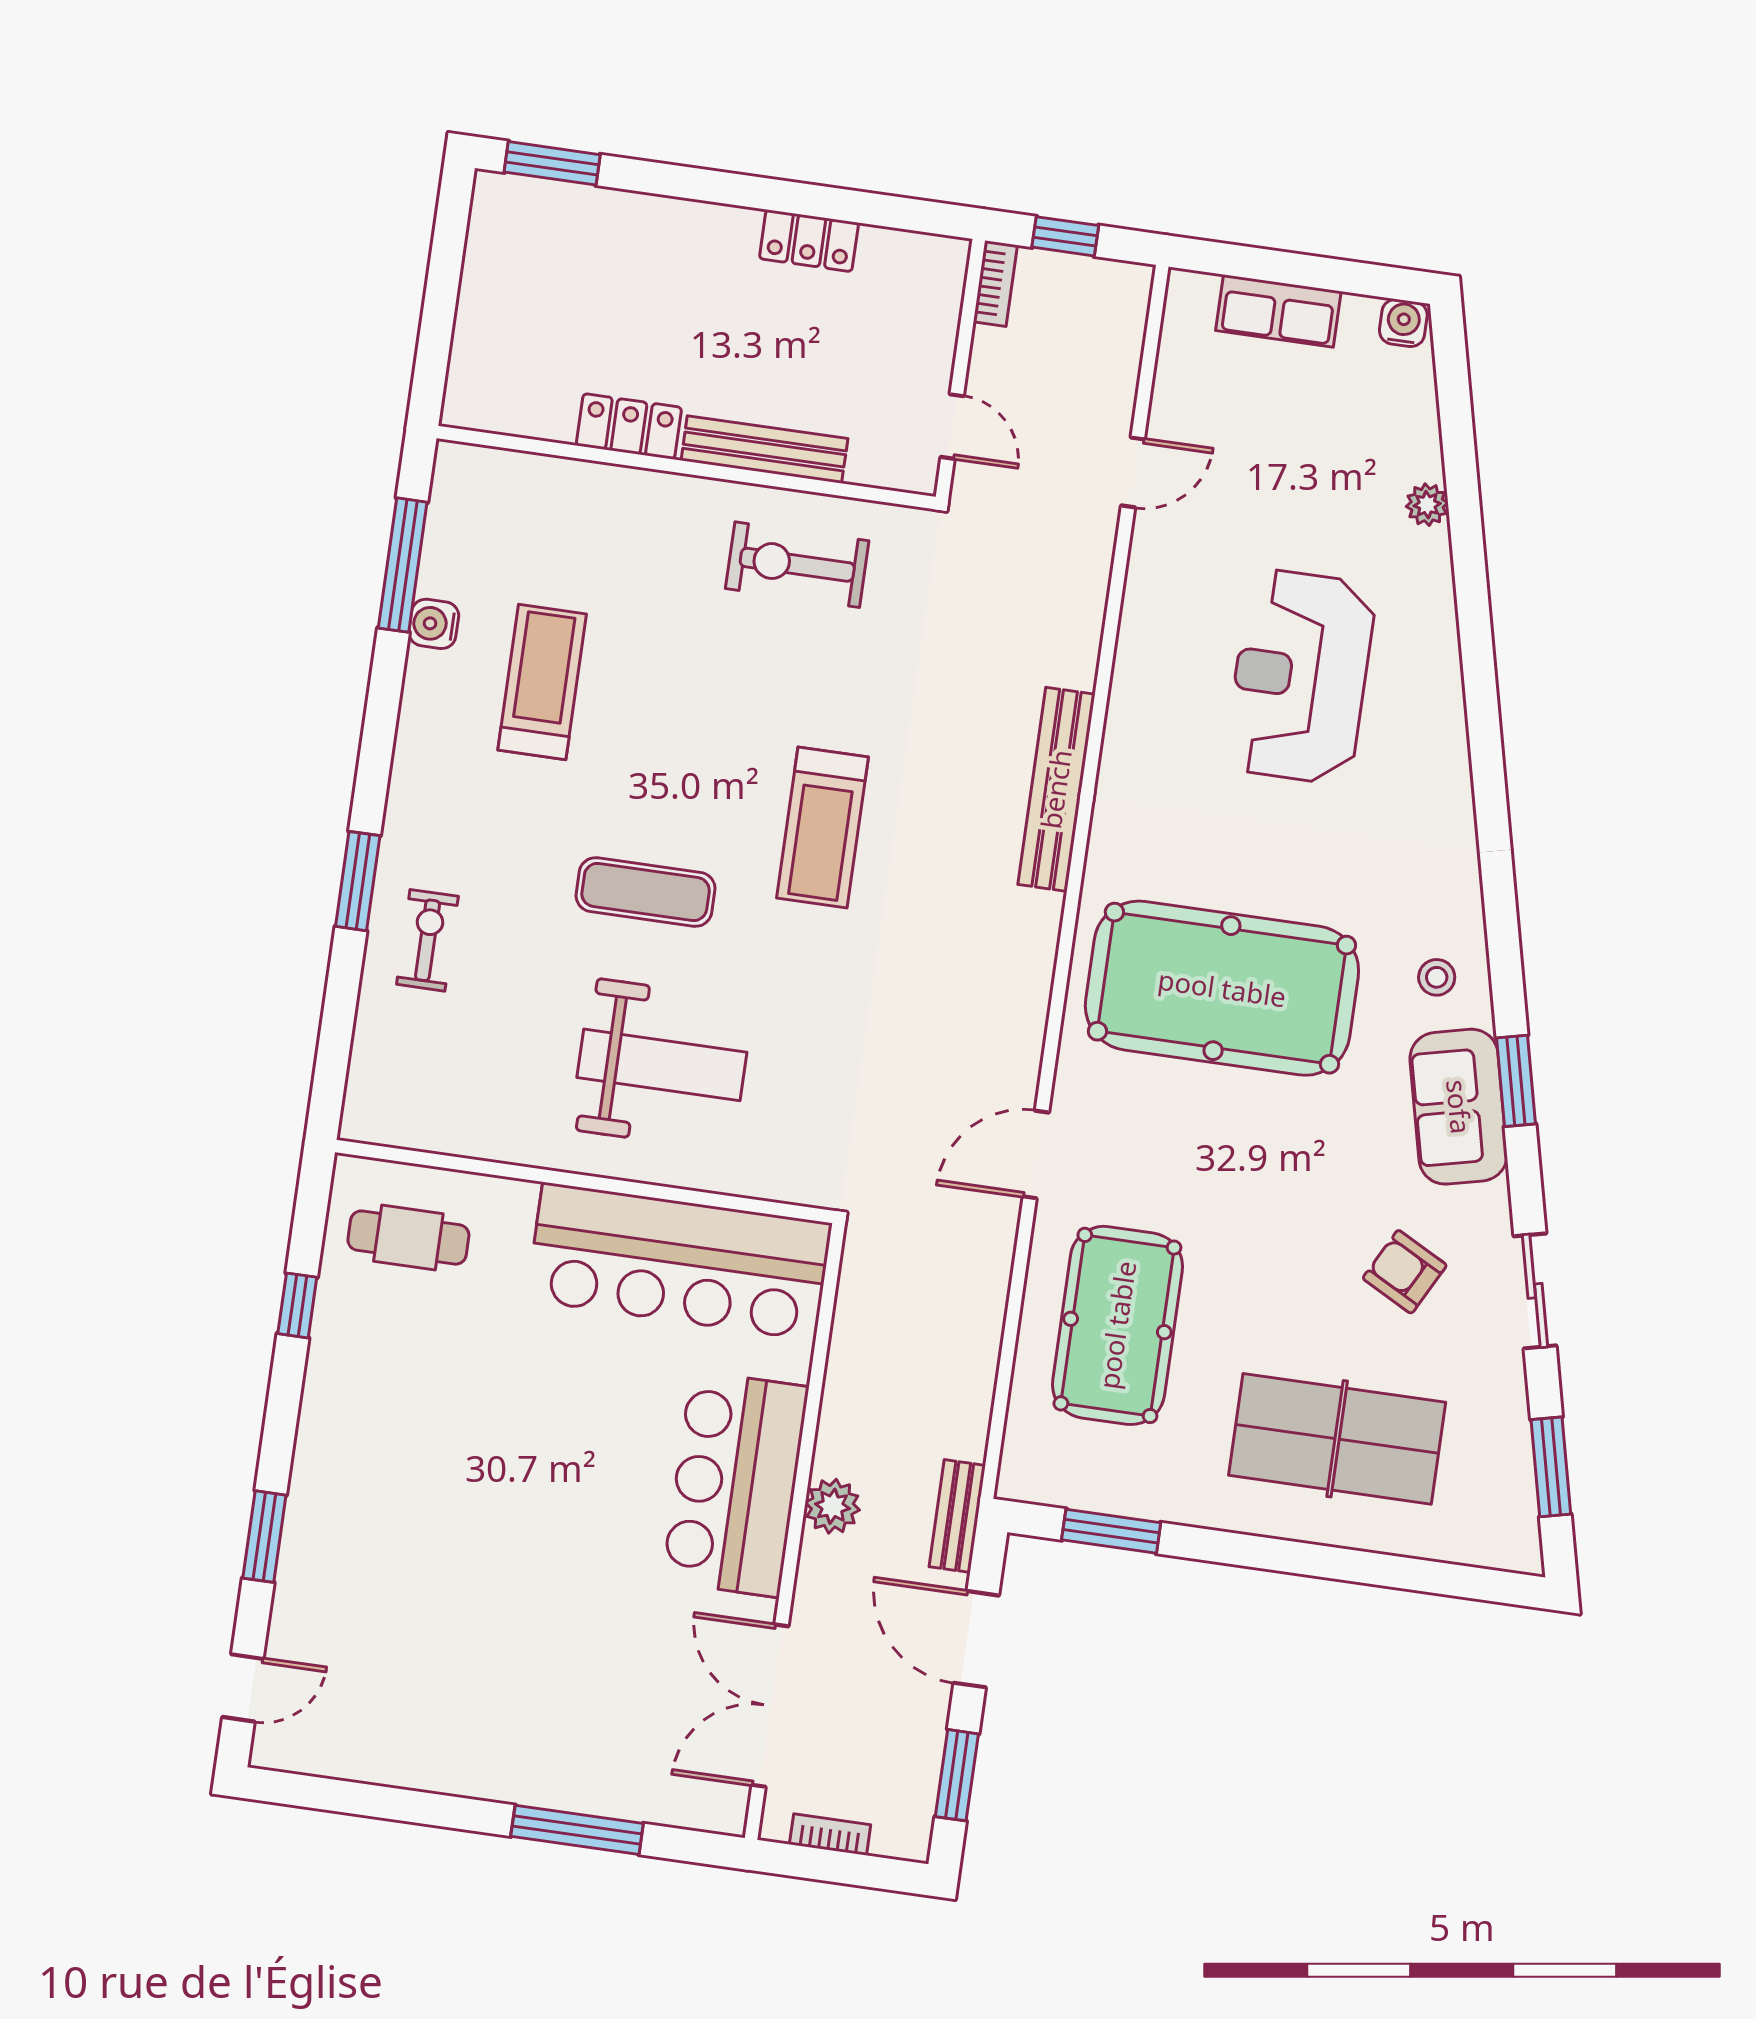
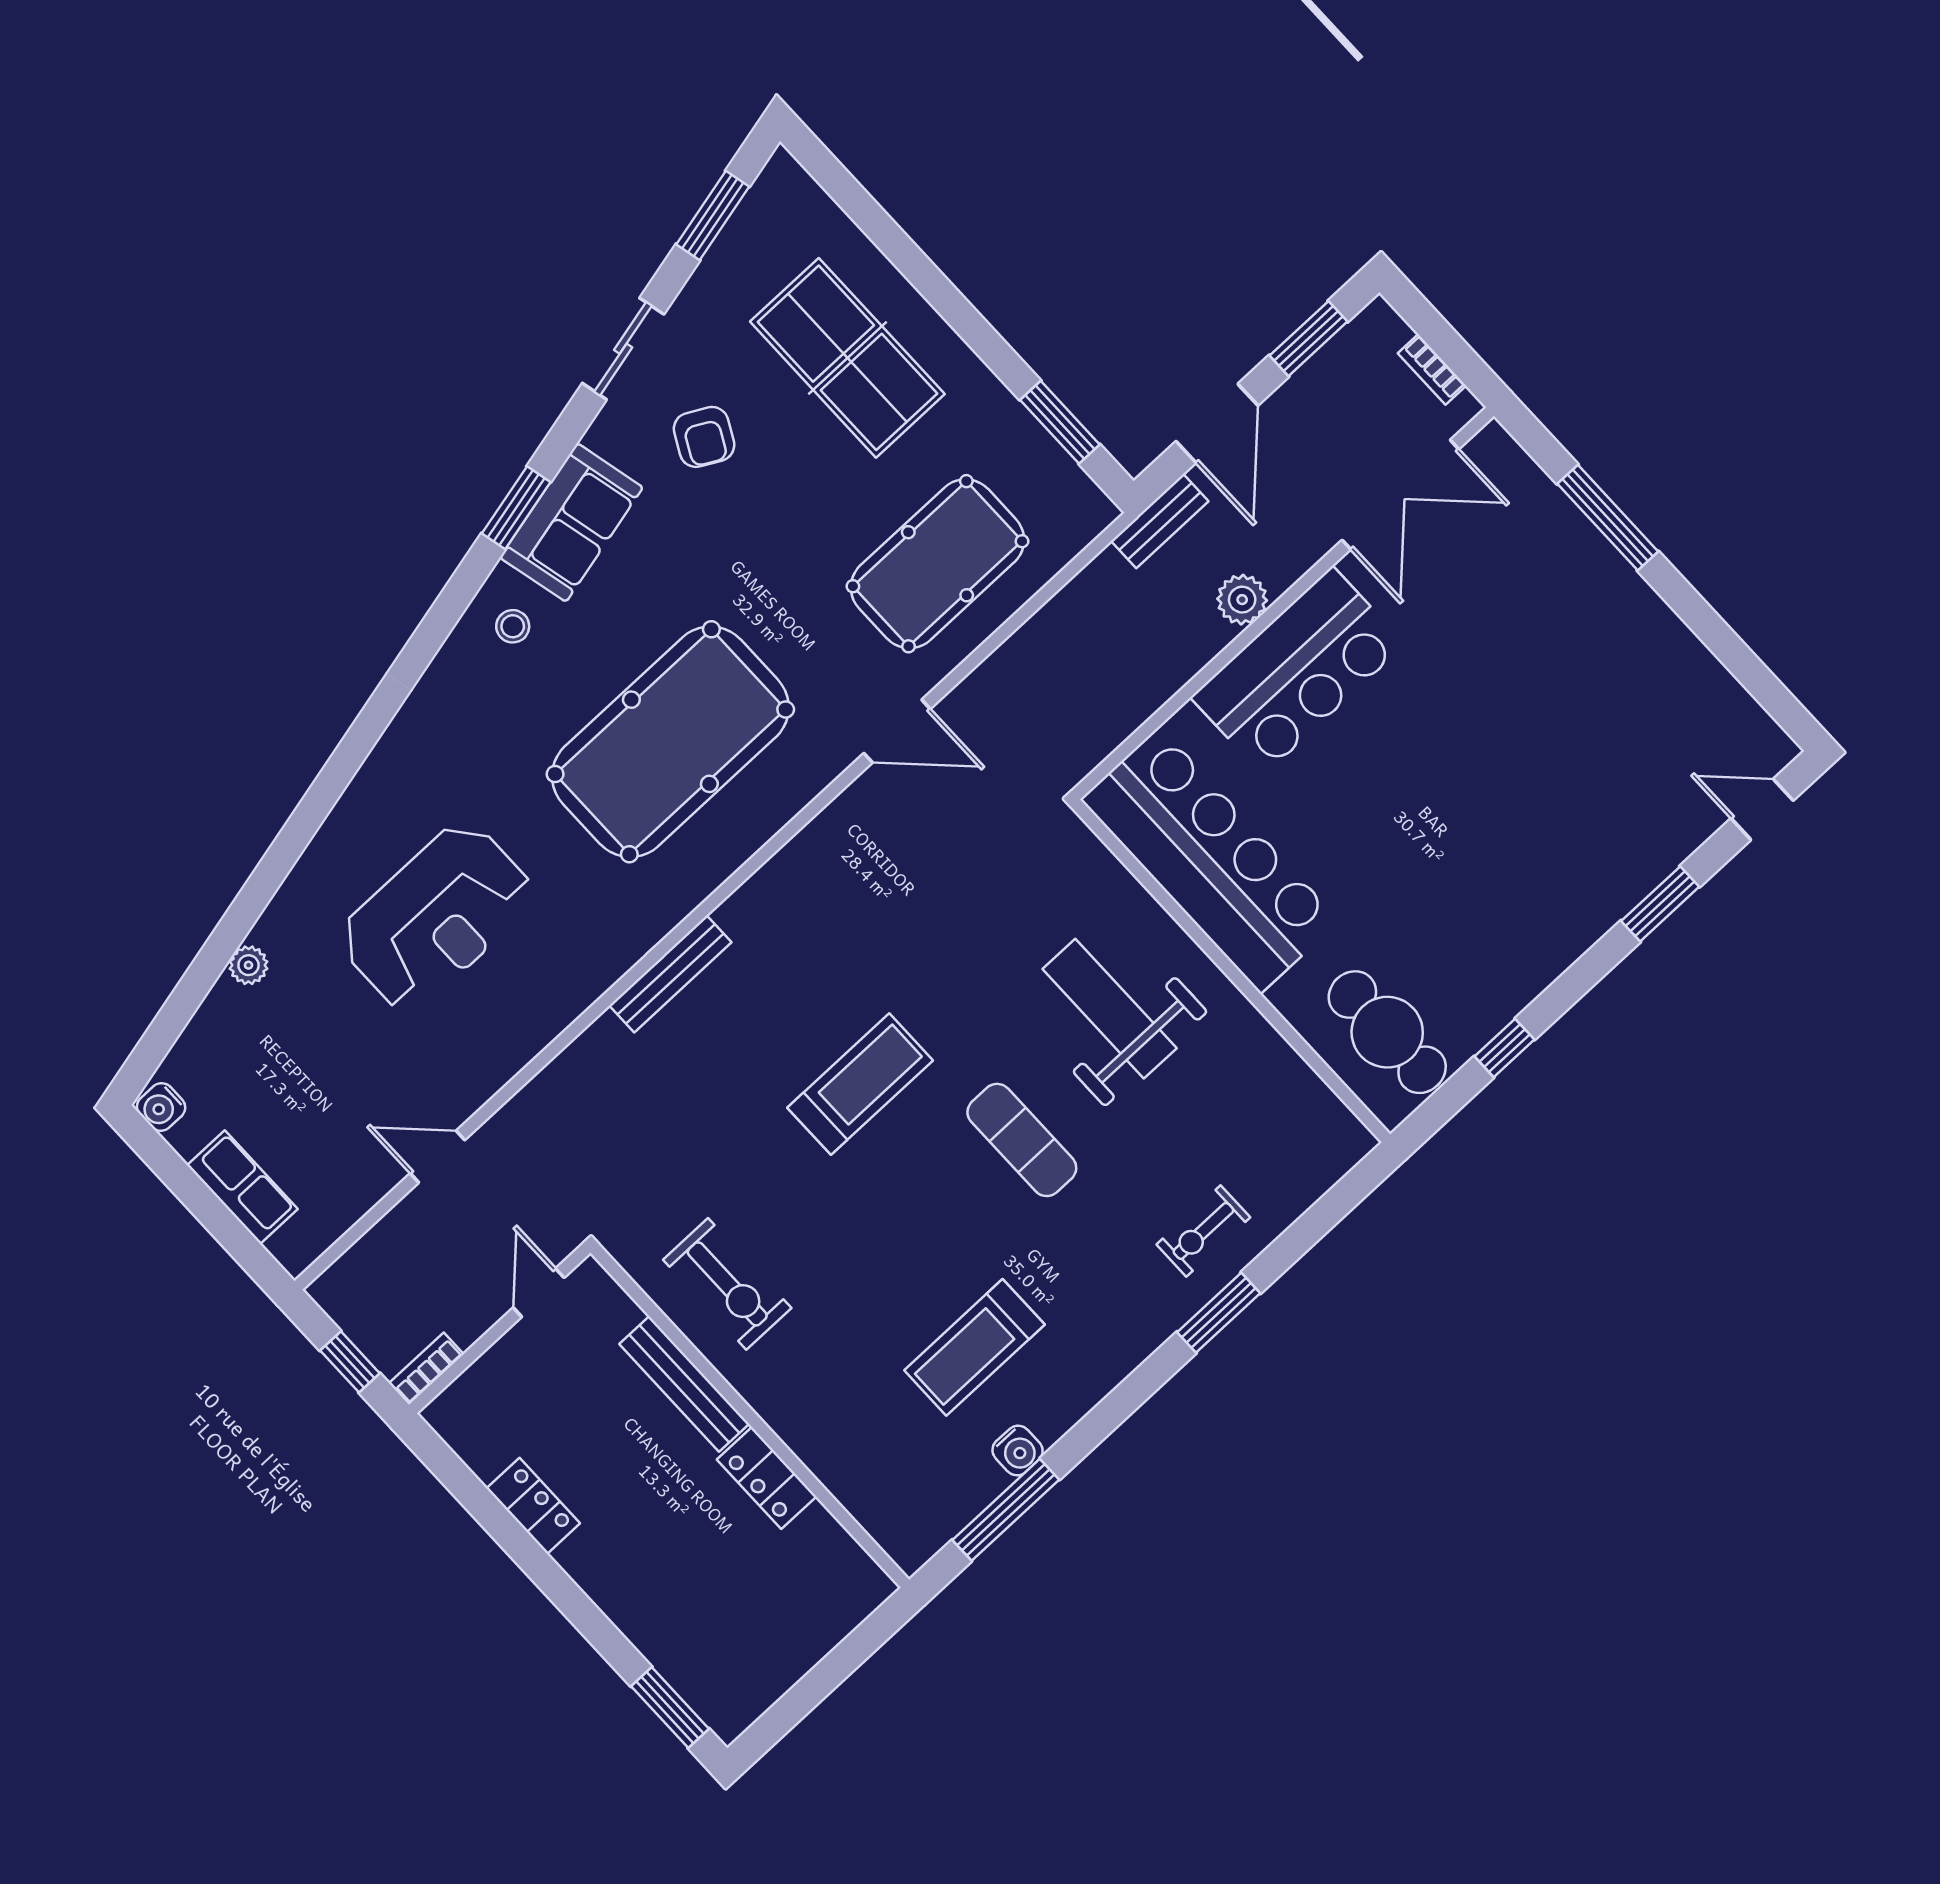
bench: (1056, 789) -> (670, 974), width x0.73, depth x0.82
pool table: (1222, 988) -> (670, 742), turned 90
cafe table: (408, 1238) -> (1387, 1032), width x1.37, depth x1.35

